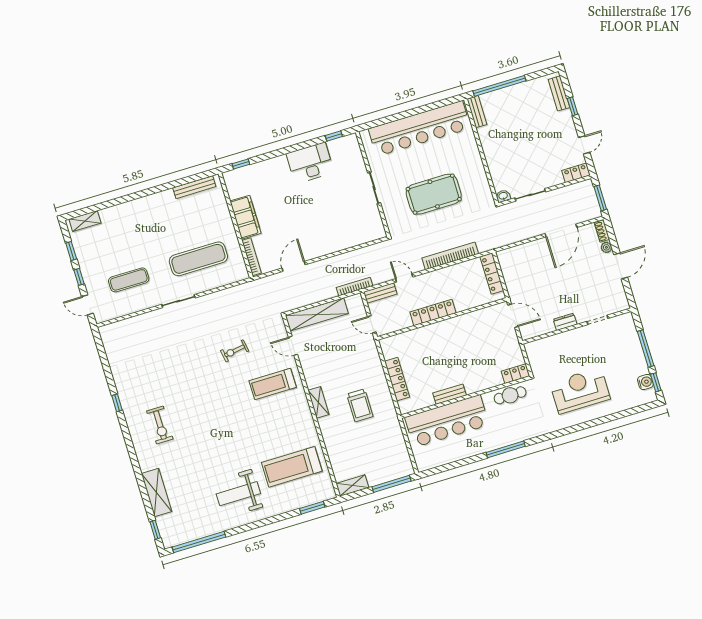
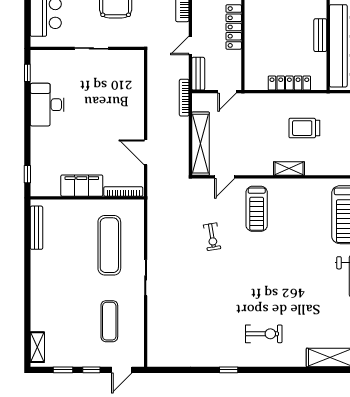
trolley: (360, 405) -> (304, 128), turned 180

